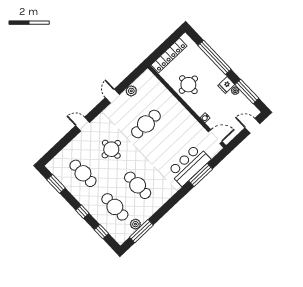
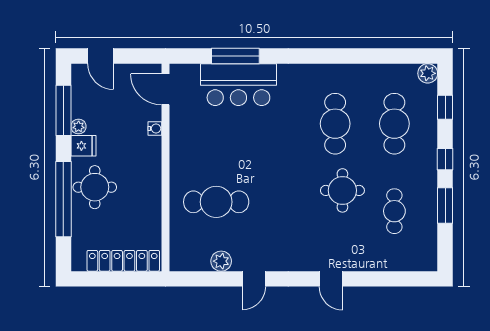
round table: (188, 85) -> (95, 187), moved
cafe table: (146, 124) -> (216, 202), moved
round table: (111, 149) -> (342, 190), moved
cafe table: (83, 173) -> (394, 211), width x0.73, depth x0.74
window: (56, 184) -> (445, 206), moved
plant: (135, 224) -> (428, 73), moved
window: (141, 231) -> (389, 56), removed

